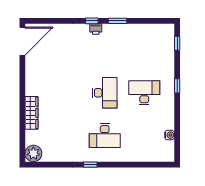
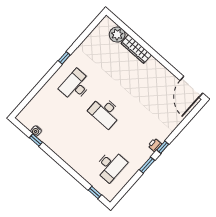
window: (177, 86) -> (36, 140), moved
desk: (144, 93) -> (111, 166), moved
plant: (33, 153) -> (117, 35), moved

